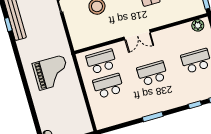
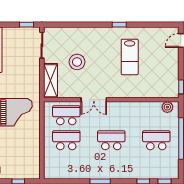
shelving: (76, 32) -> (50, 81), added
double door: (137, 35) -> (94, 100), moved

